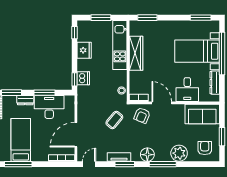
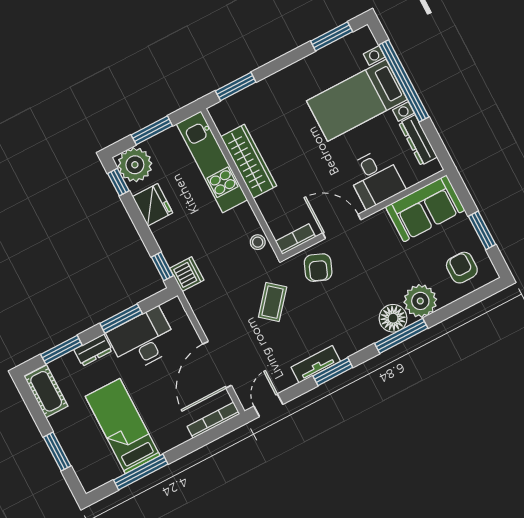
plant: (86, 29) -> (135, 165), added
dishwasher: (83, 78) -> (187, 274), moved
floor lamp: (147, 155) -> (393, 318), moved

